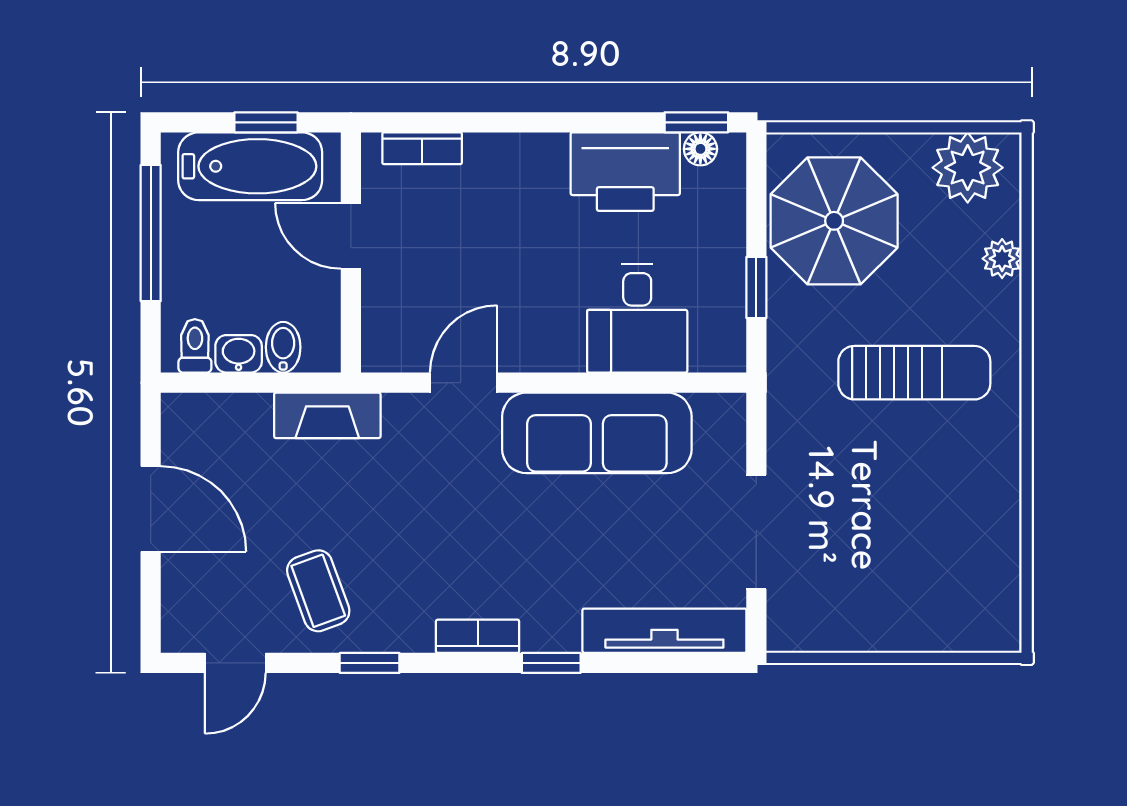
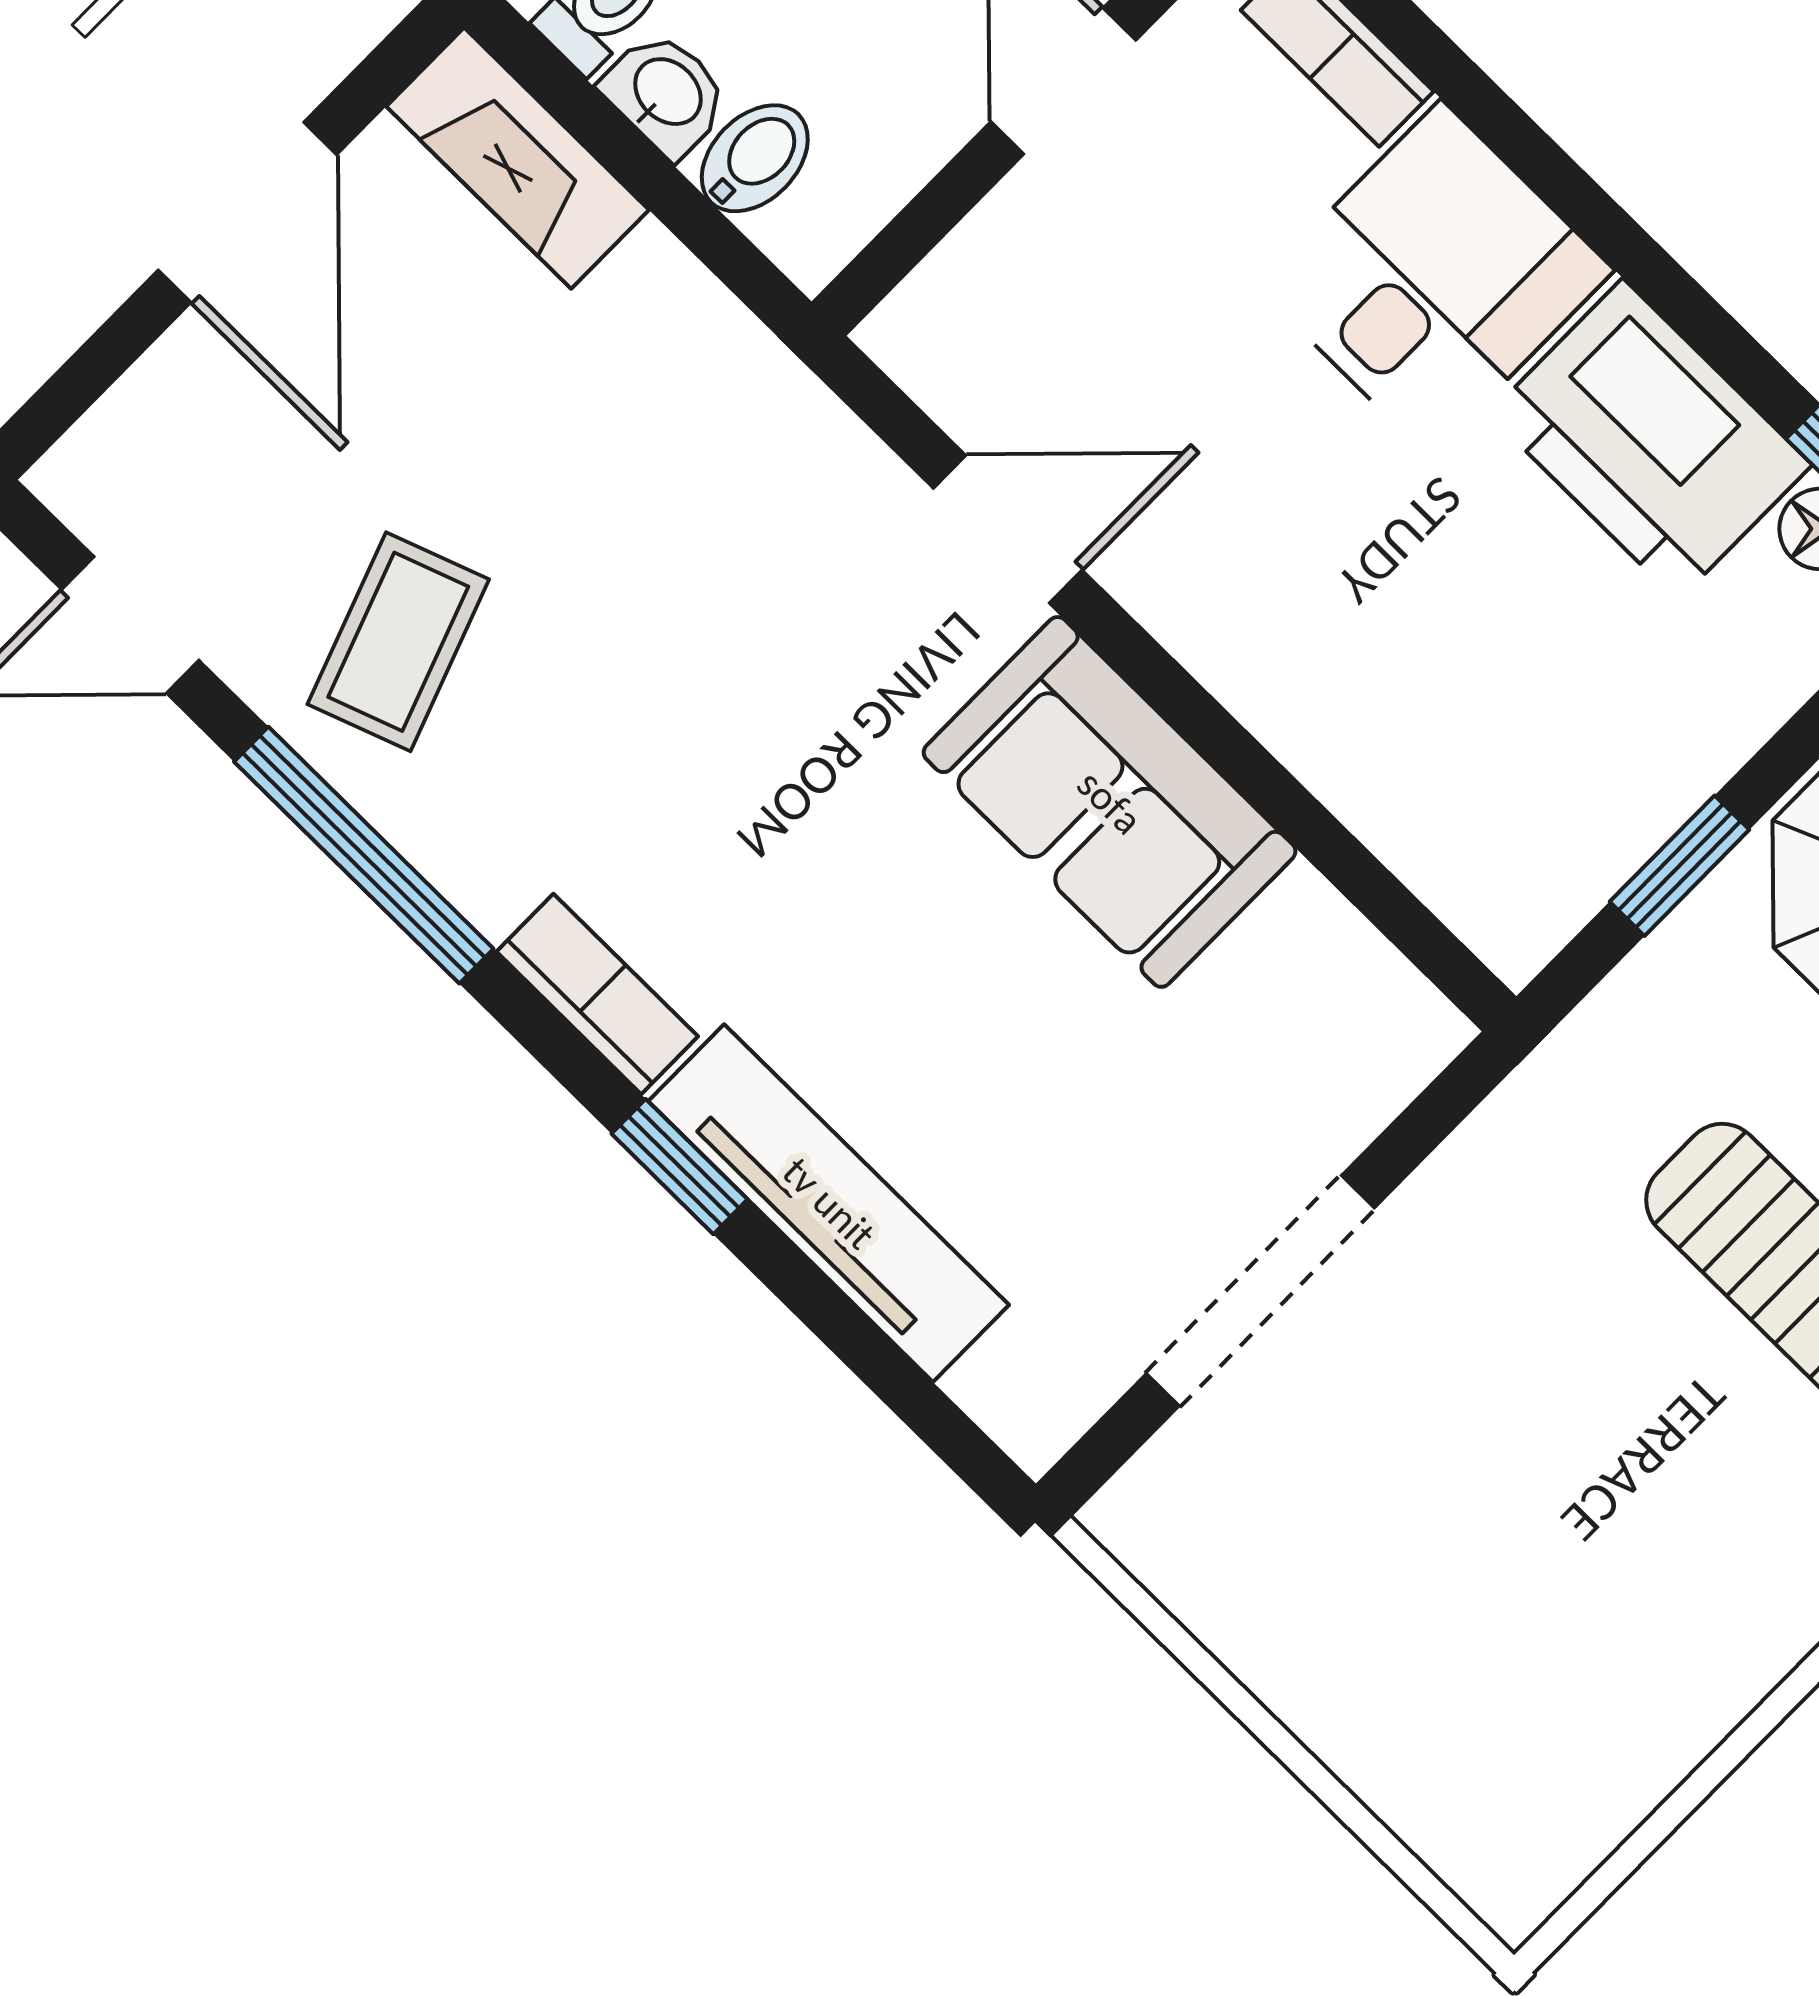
desk: (637, 319) -> (1435, 278), moved, turned 180
fireplace: (327, 415) -> (518, 158), moved
sofa: (597, 433) -> (1110, 802), width x0.73
tv unit: (664, 631) -> (829, 1203), moved
window: (370, 663) -> (364, 855), width x2.17

